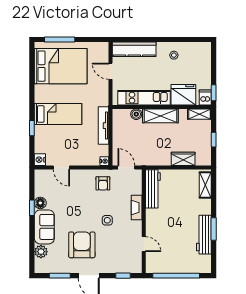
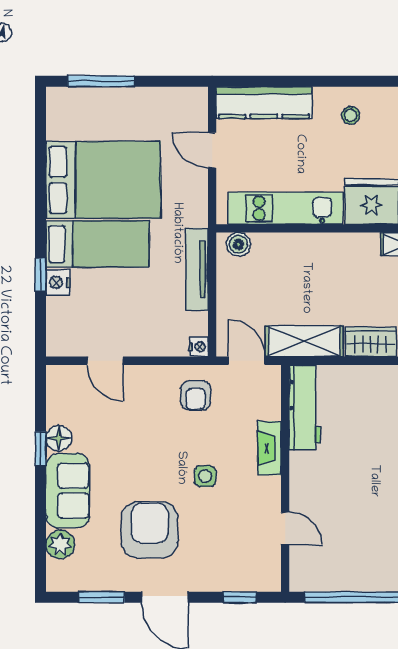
bed: (61, 66) -> (103, 180), moved
boiler: (136, 114) -> (238, 244), moved
shelving: (160, 116) -> (304, 341), moved
nightstand: (40, 160) -> (58, 282), moved

